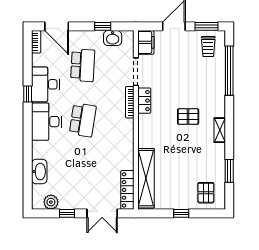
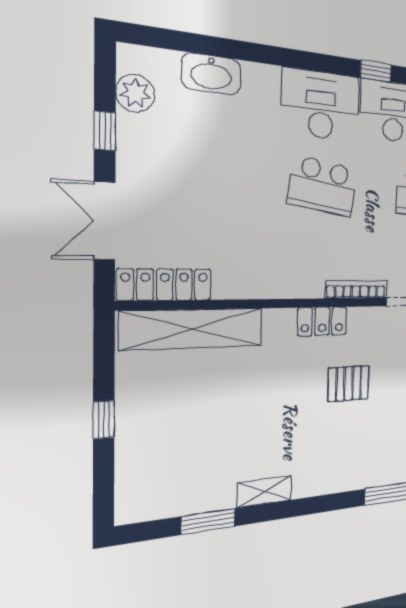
locker: (144, 101) -> (322, 321), moved
pallet: (188, 117) -> (349, 384), moved, turned 90
shelving: (220, 130) -> (264, 492), moved
pallet: (206, 193) -> (157, 474), removed

